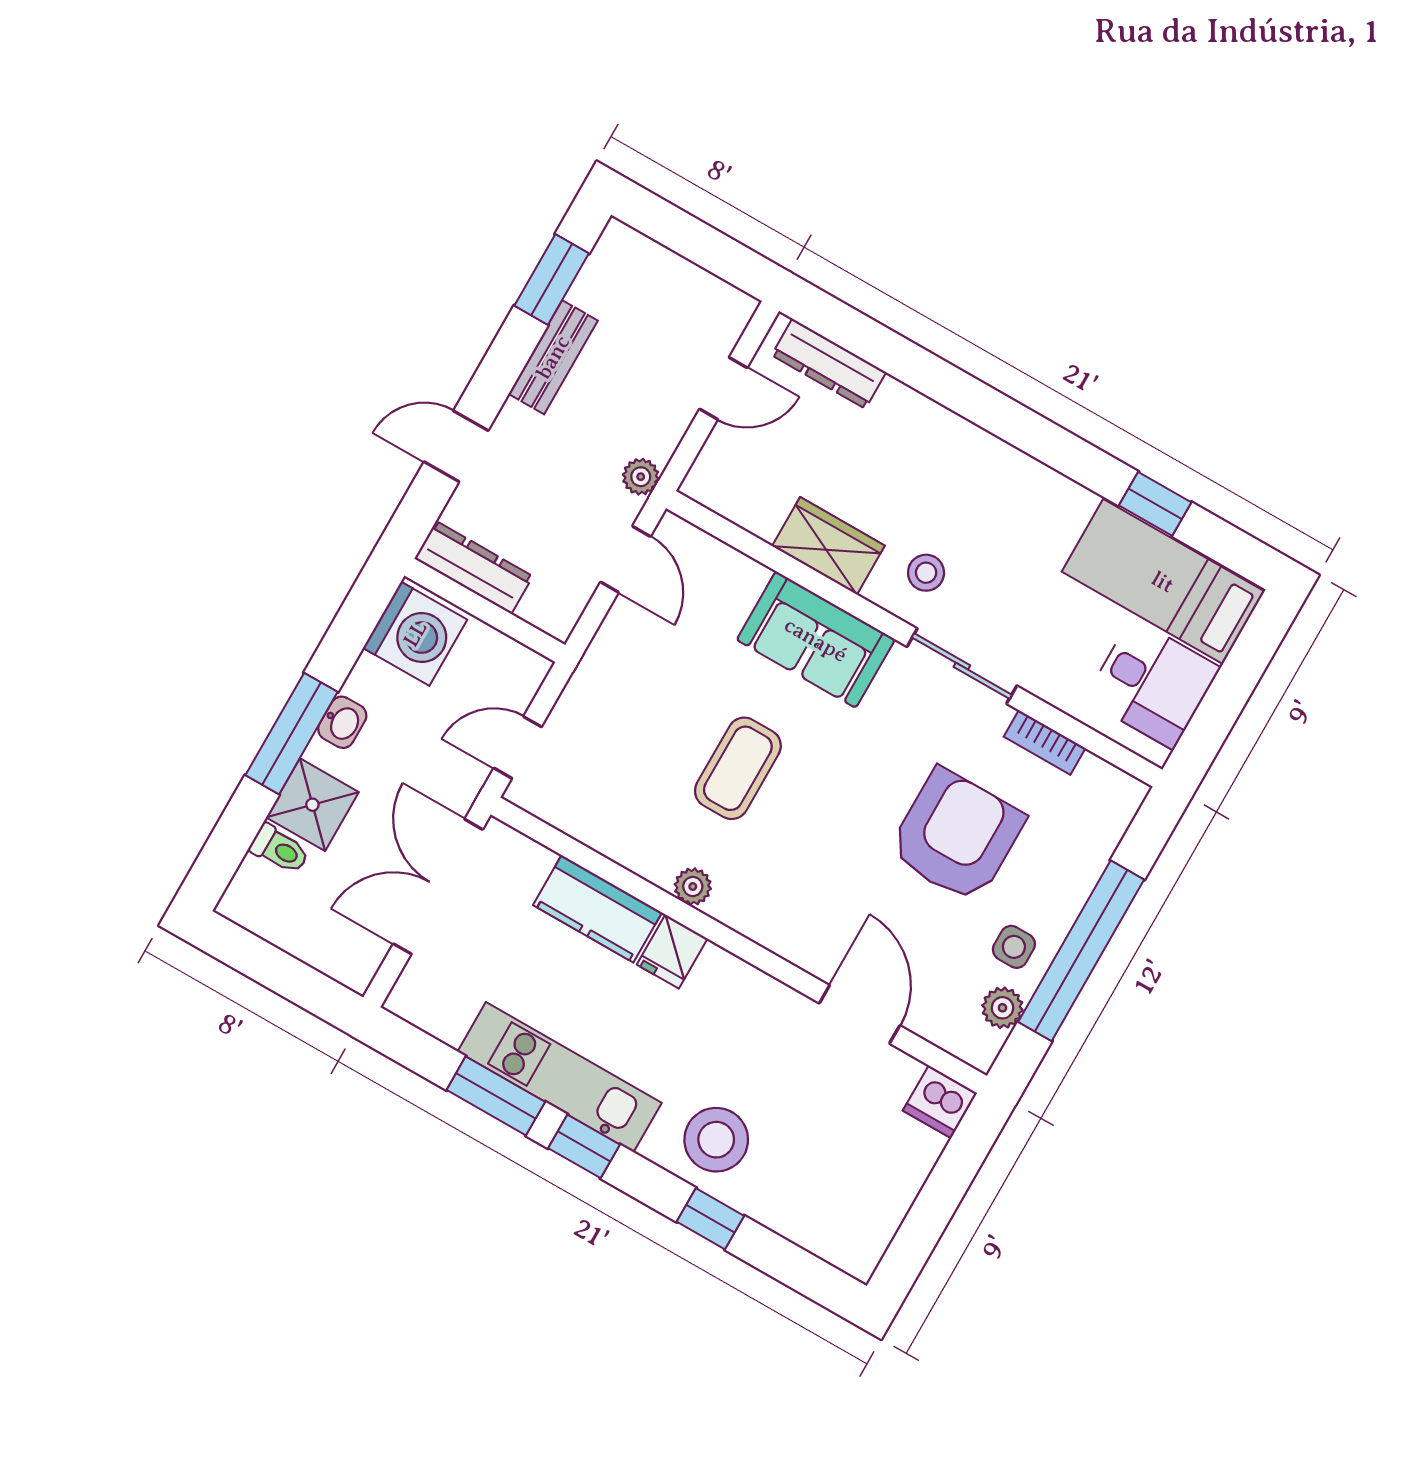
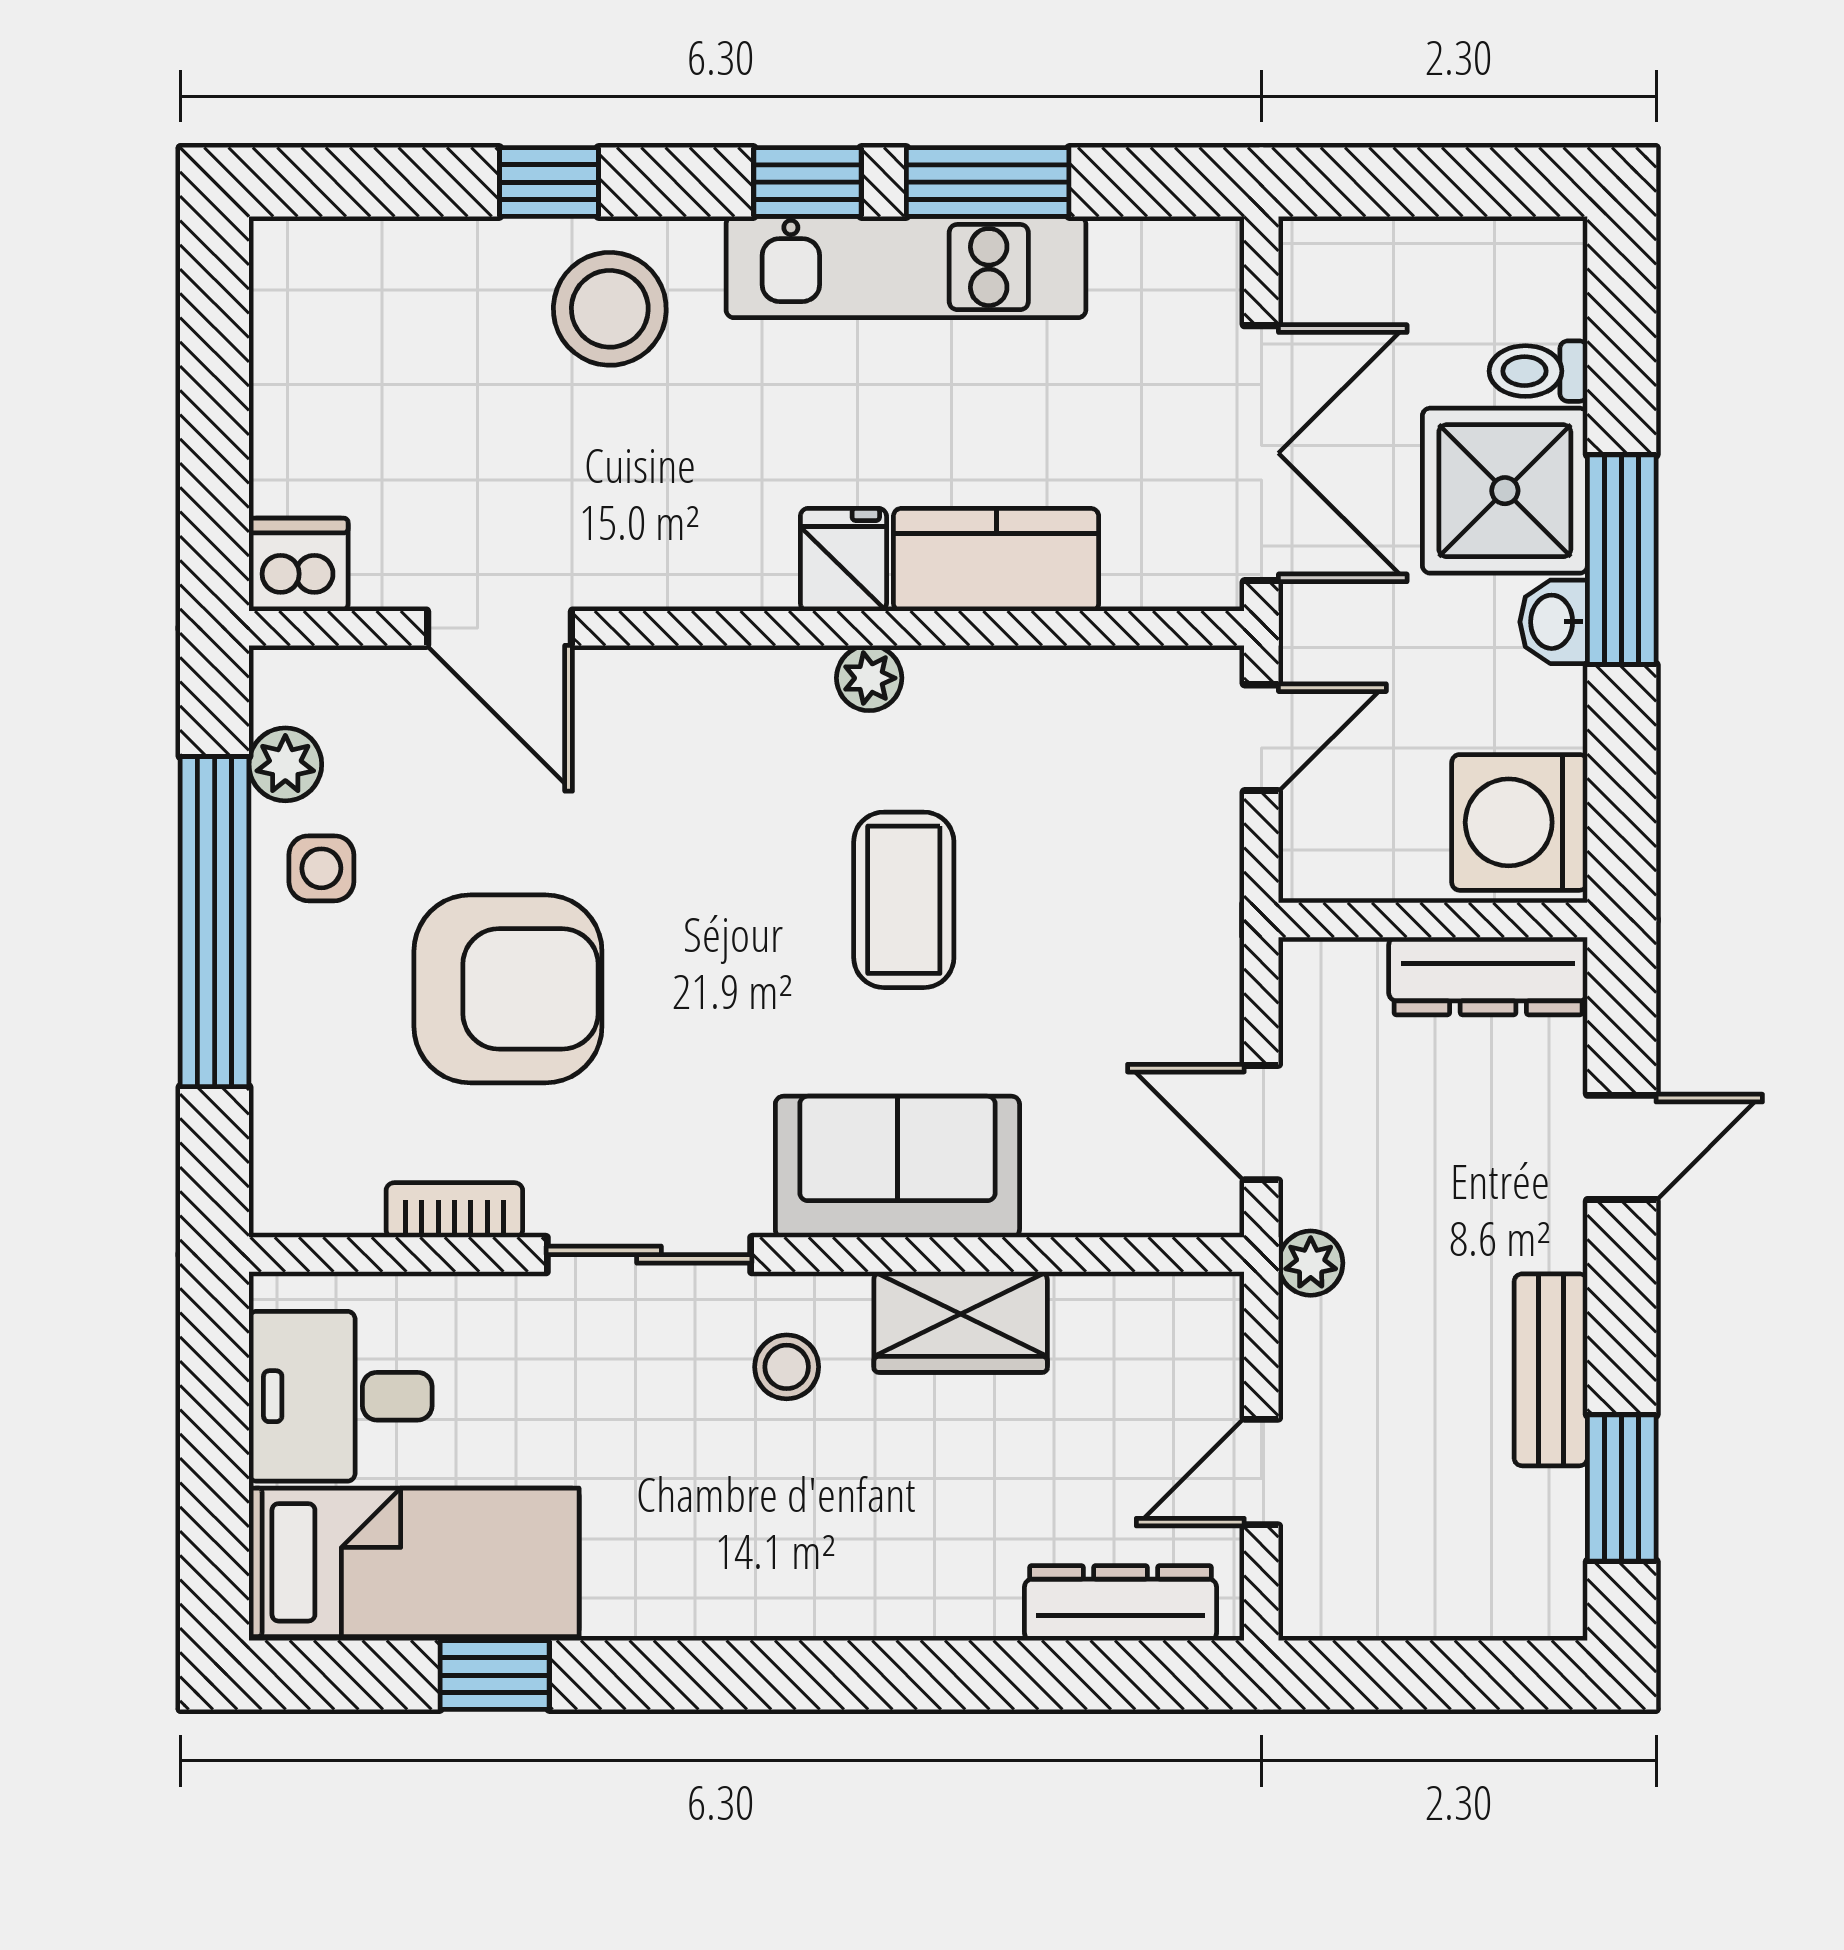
shower: (312, 805) -> (1505, 491), width x1.36, depth x1.36
armchair: (956, 836) -> (508, 989), turned -90

